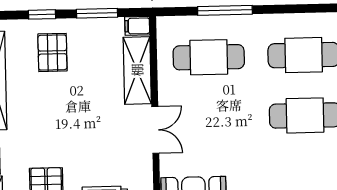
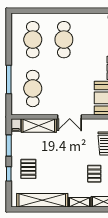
pallet: (52, 52) -> (28, 169), turned 90
double door: (155, 130) -> (70, 117), swing flipped

